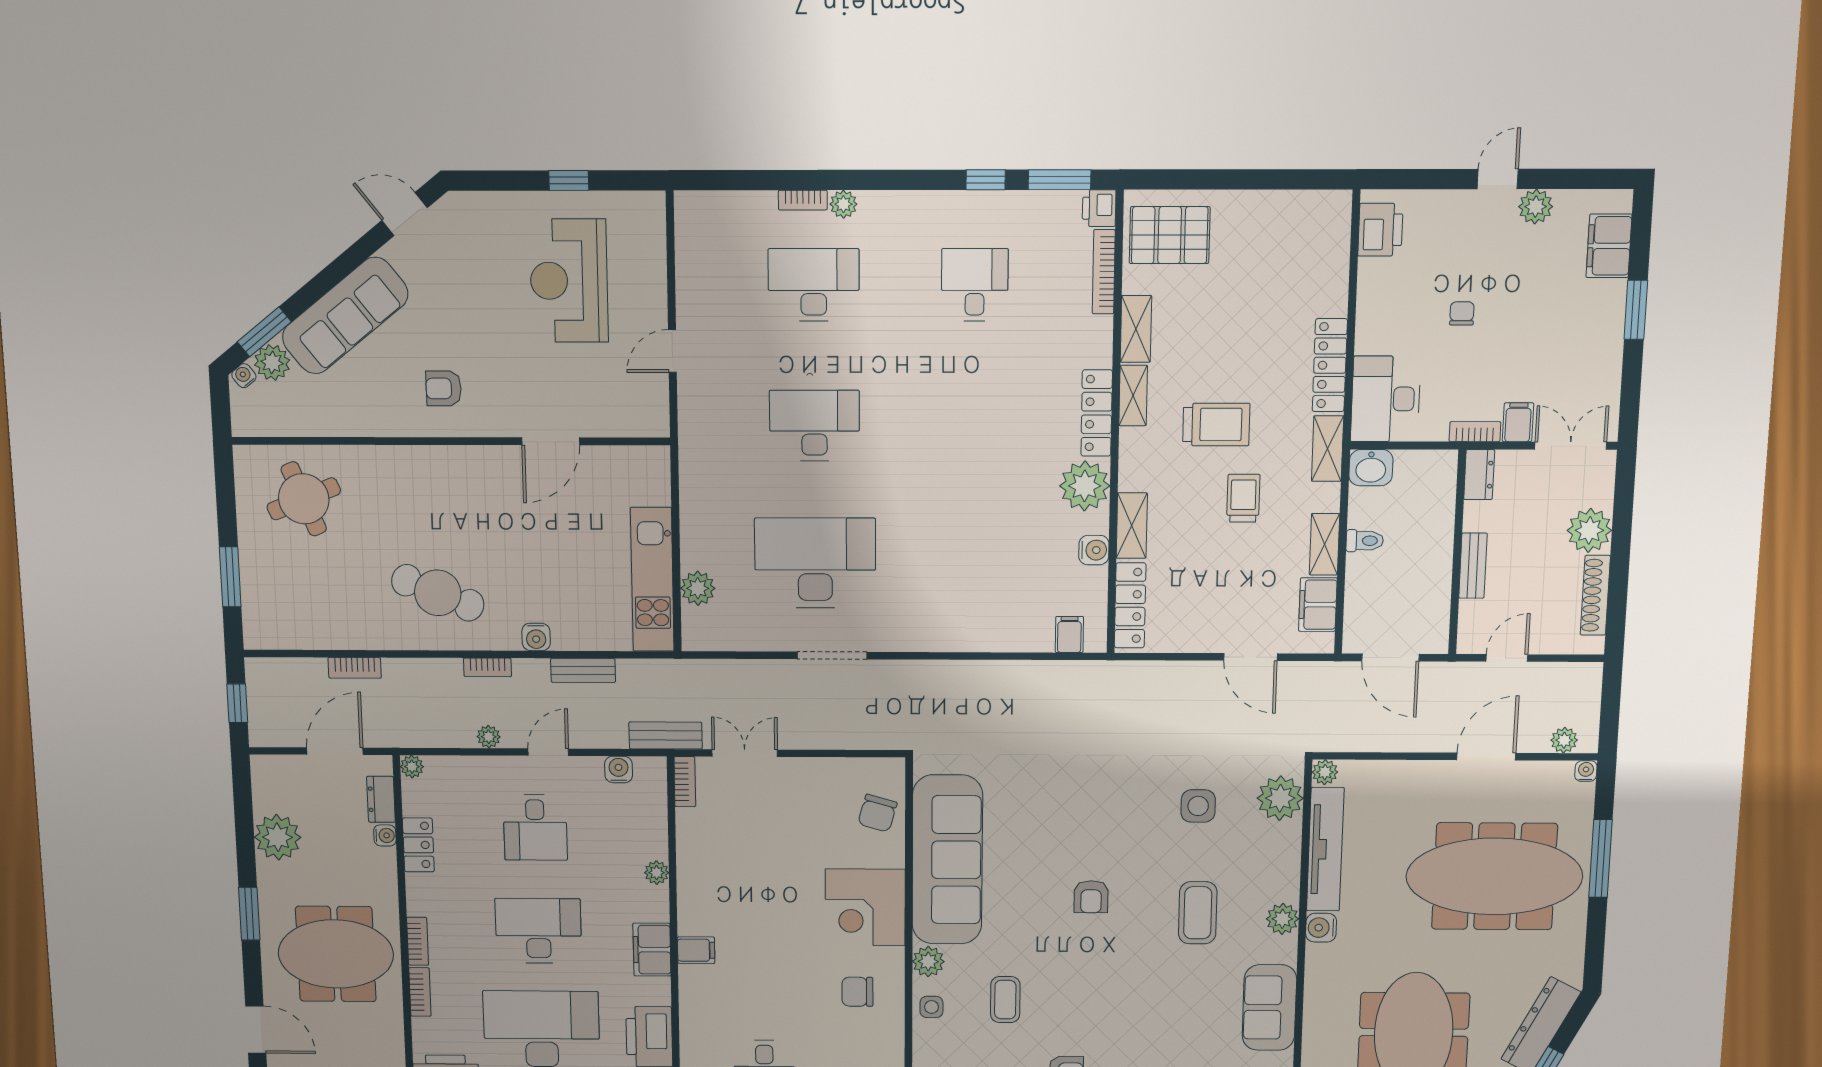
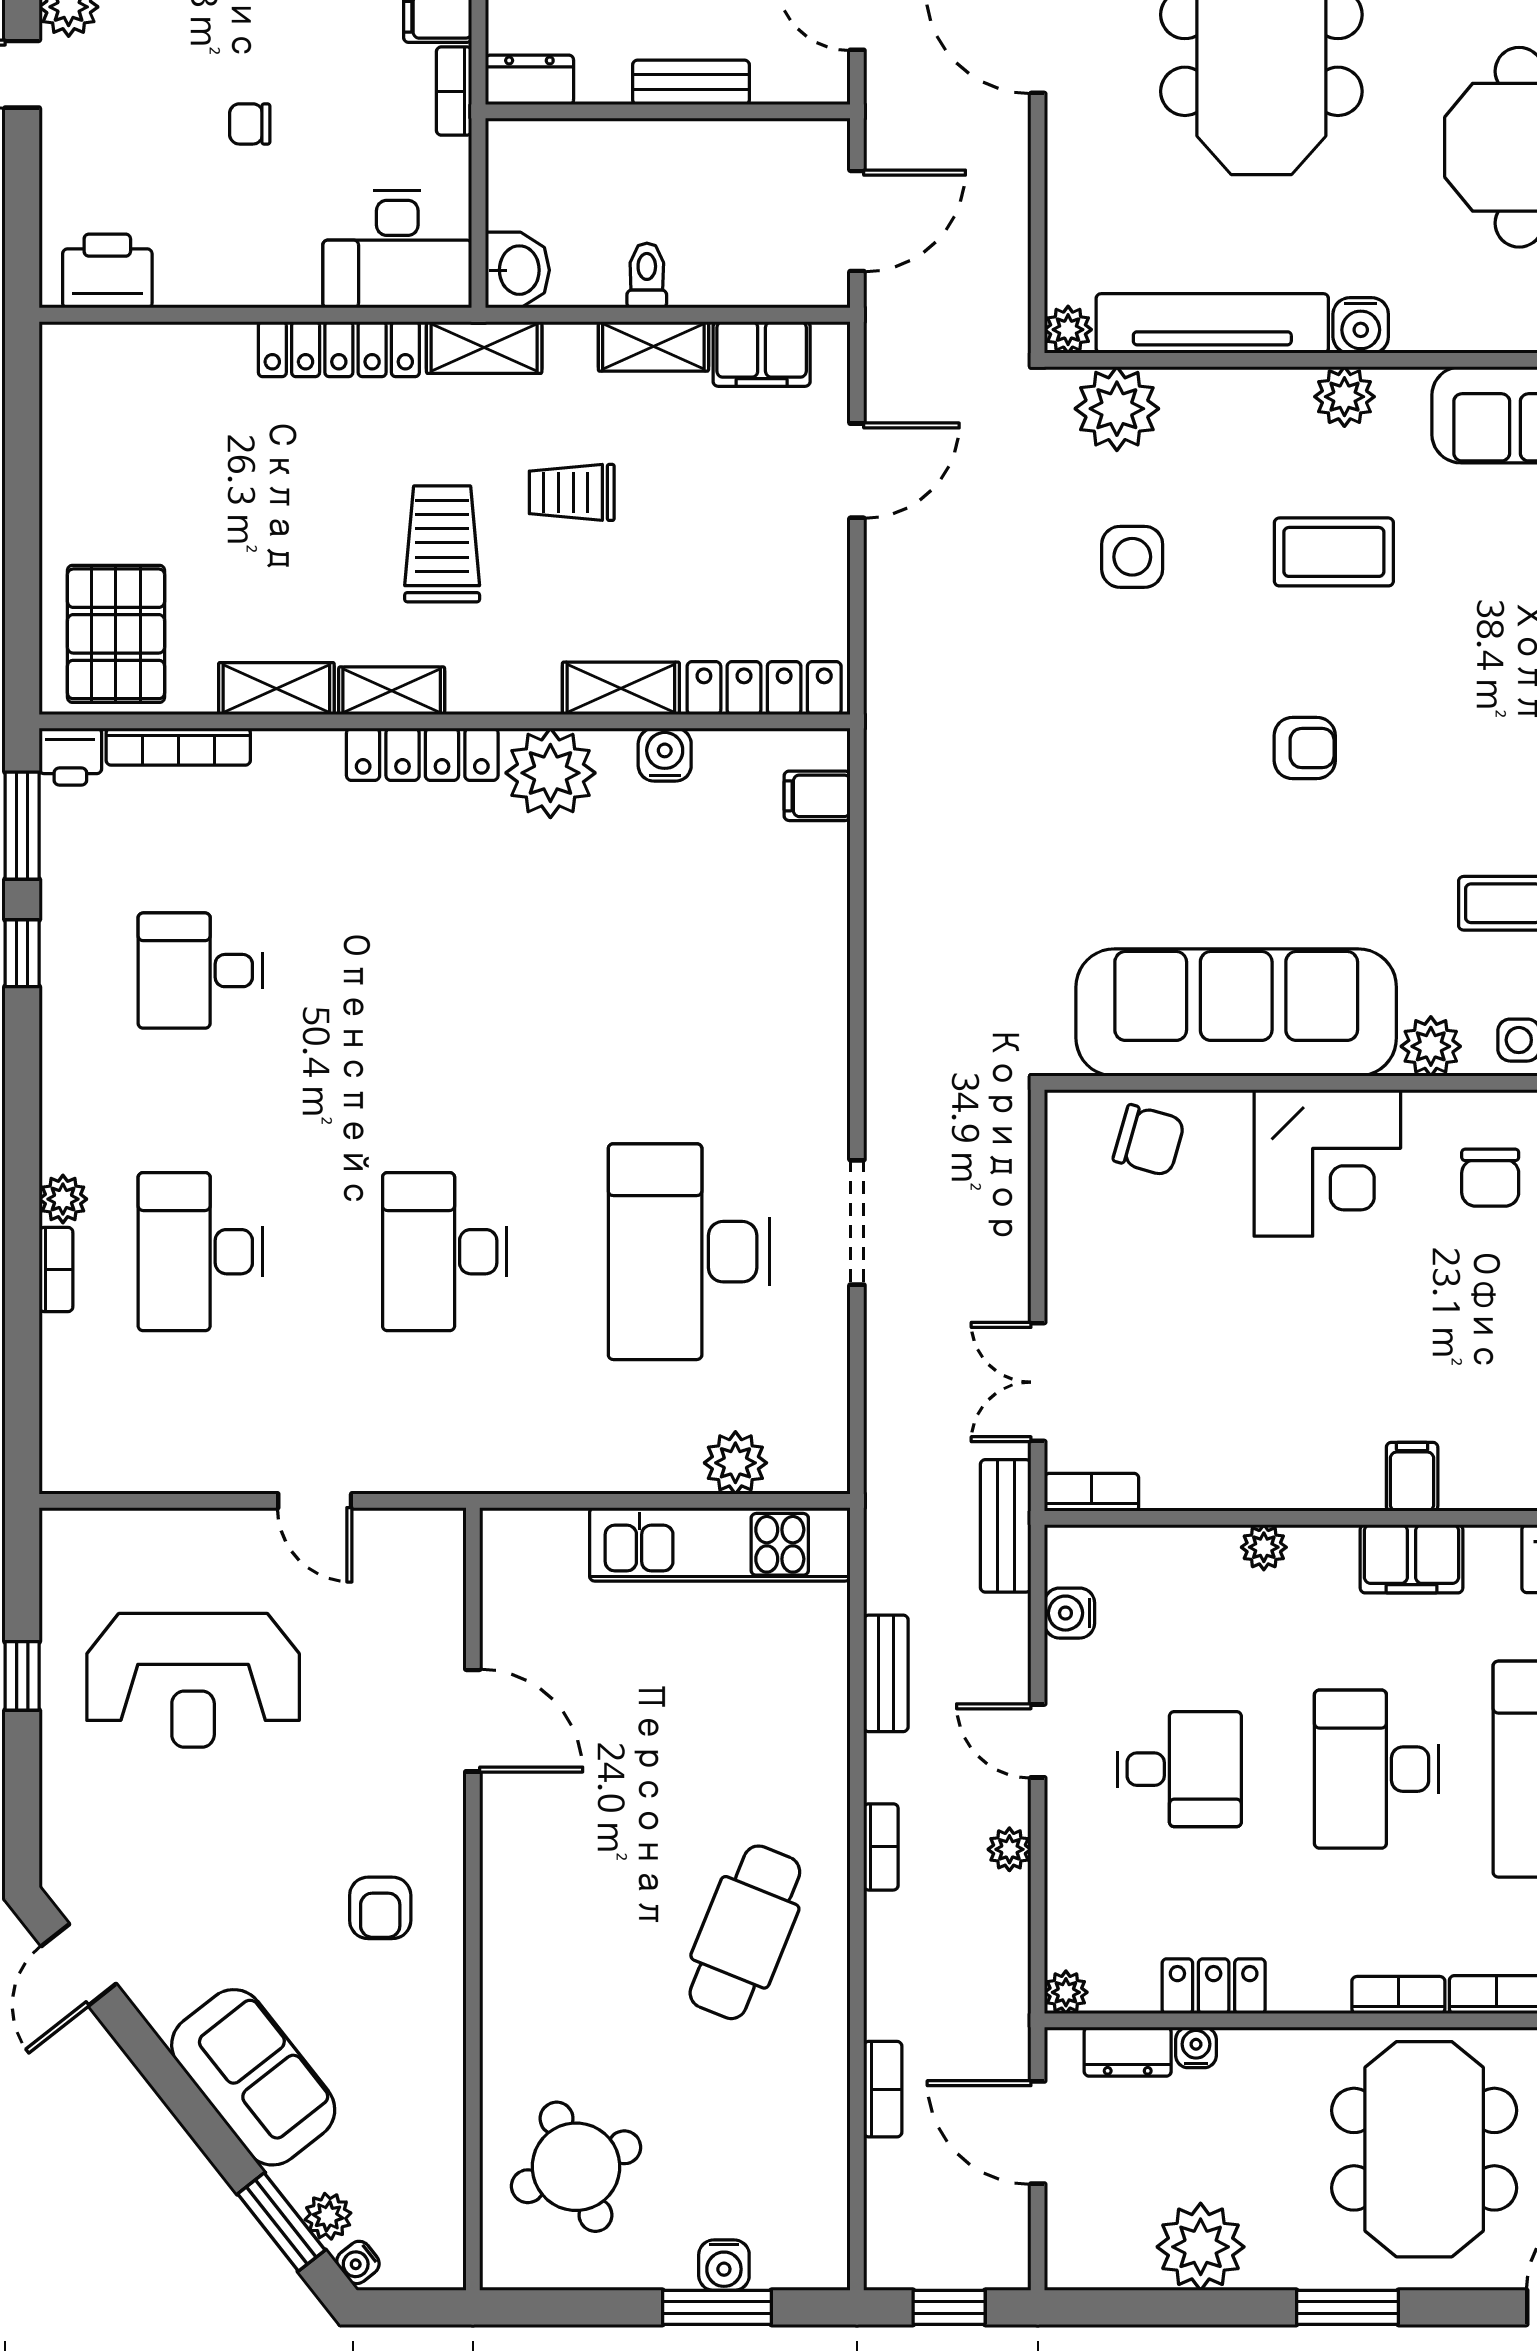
sofa: (345, 316) -> (253, 2077), width x0.73
plant: (272, 363) -> (328, 2216), width x0.73, depth x0.73
water cooler: (536, 637) -> (724, 2265), moved, turned 90

